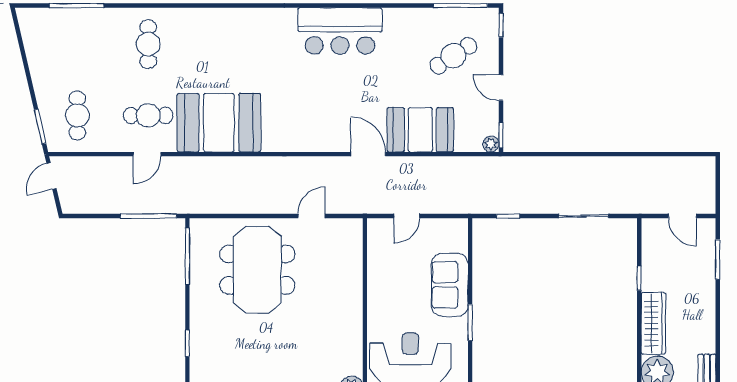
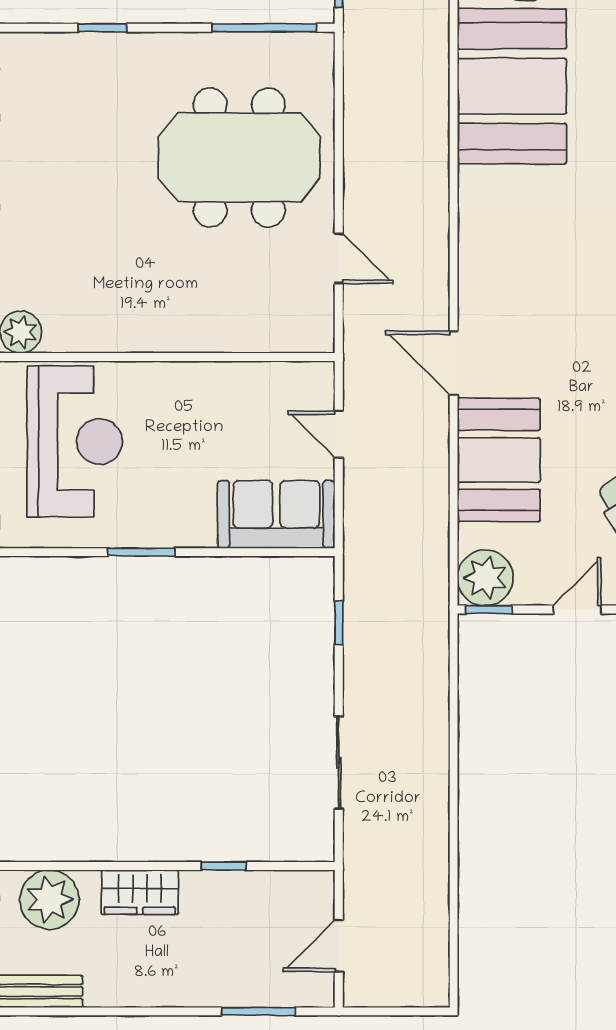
plant: (491, 144) -> (485, 578), width x1.87, depth x1.87
door: (368, 154) -> (454, 363), swing flipped
sofa: (450, 285) -> (276, 514), moved
wardrobe: (653, 323) -> (140, 892), width x0.67

